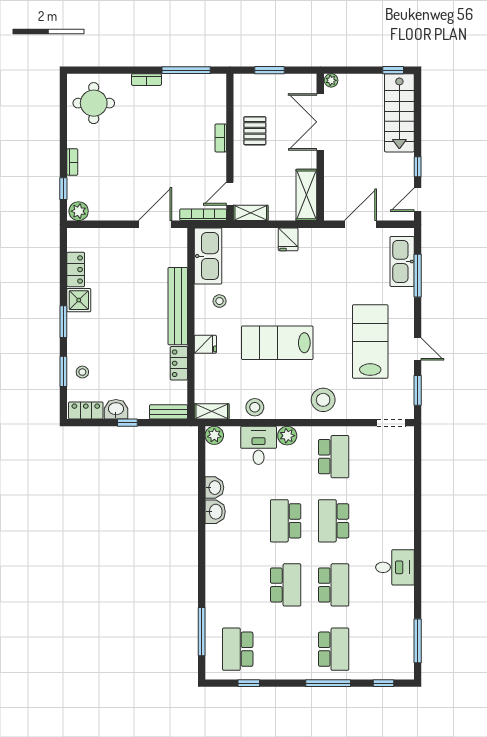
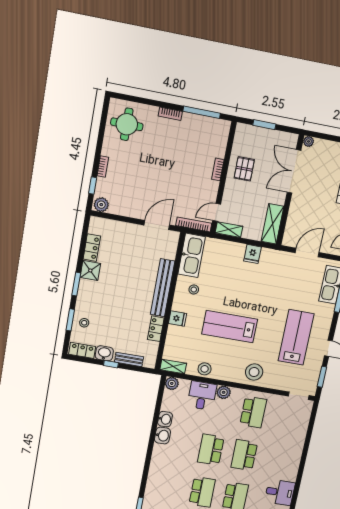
bench: (168, 412) -> (129, 359), moved

